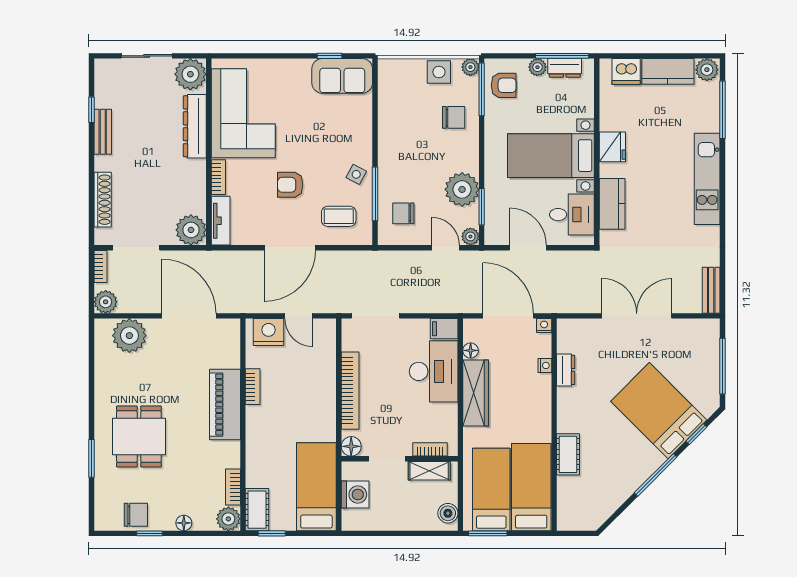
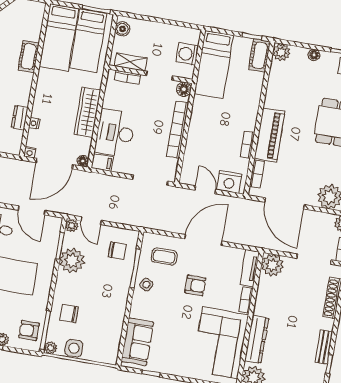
sofa: (342, 76) -> (137, 342), moved, turned 90
door: (508, 316) -> (54, 164), hinge flipped
floor lamp: (471, 350) -> (83, 161), moved
bookcase: (233, 487) -> (257, 174), moved

